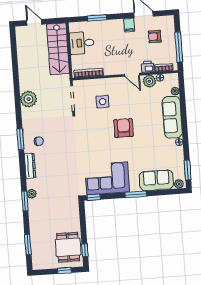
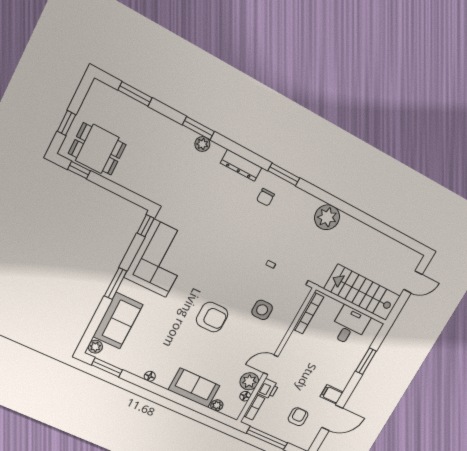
sofa: (172, 117) -> (194, 388), width x0.73

